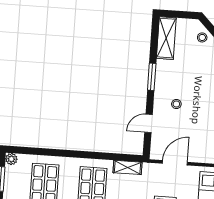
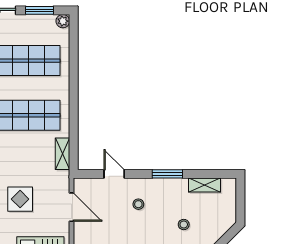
stool: (202, 37) -> (184, 225), moved
shelving: (166, 38) -> (205, 185), width x0.67, depth x0.75

